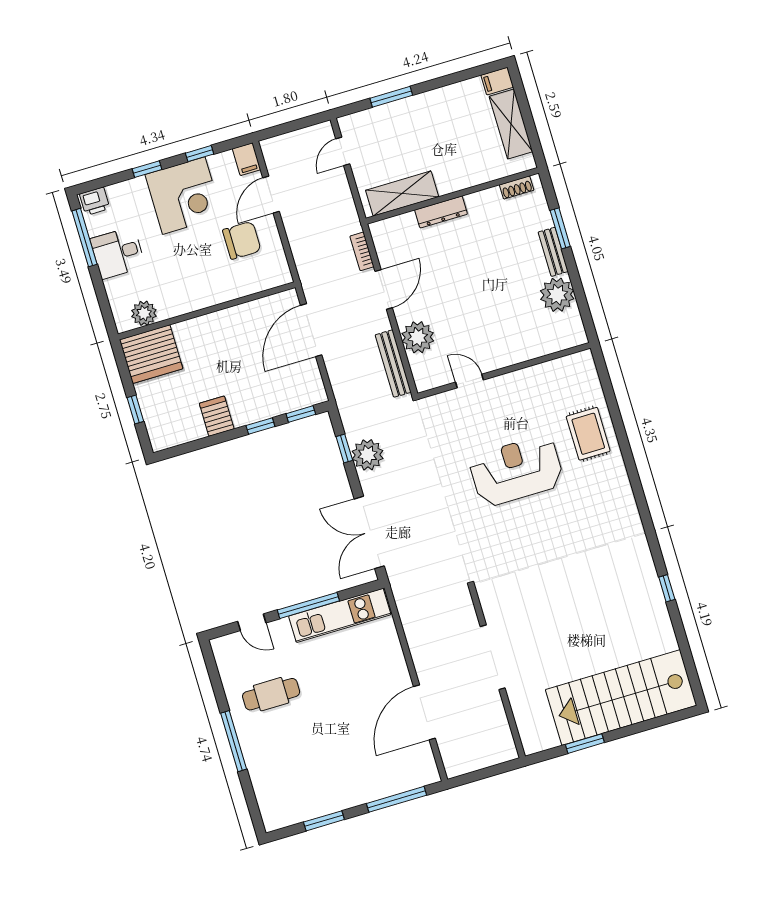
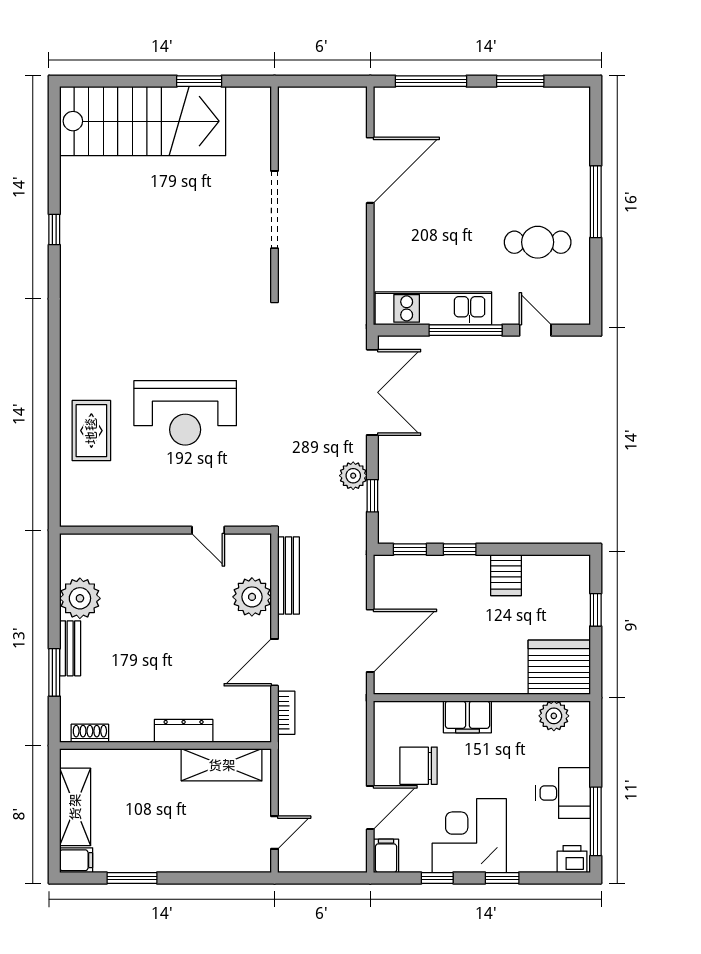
window: (391, 97) -> (132, 878), moved
filing cabinet: (214, 292) -> (467, 717), added
plant: (368, 455) -> (353, 476), width x0.73, depth x0.73

